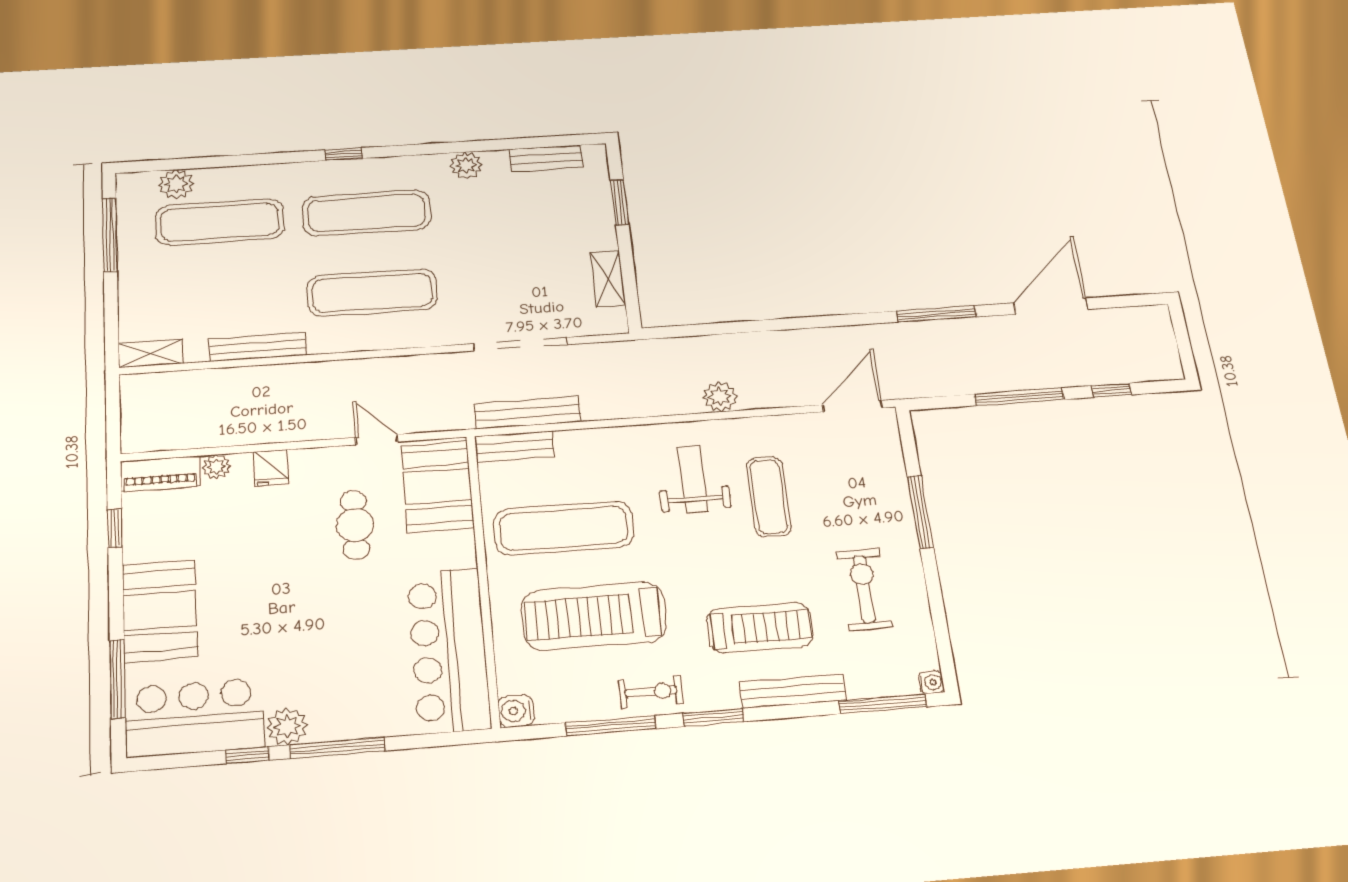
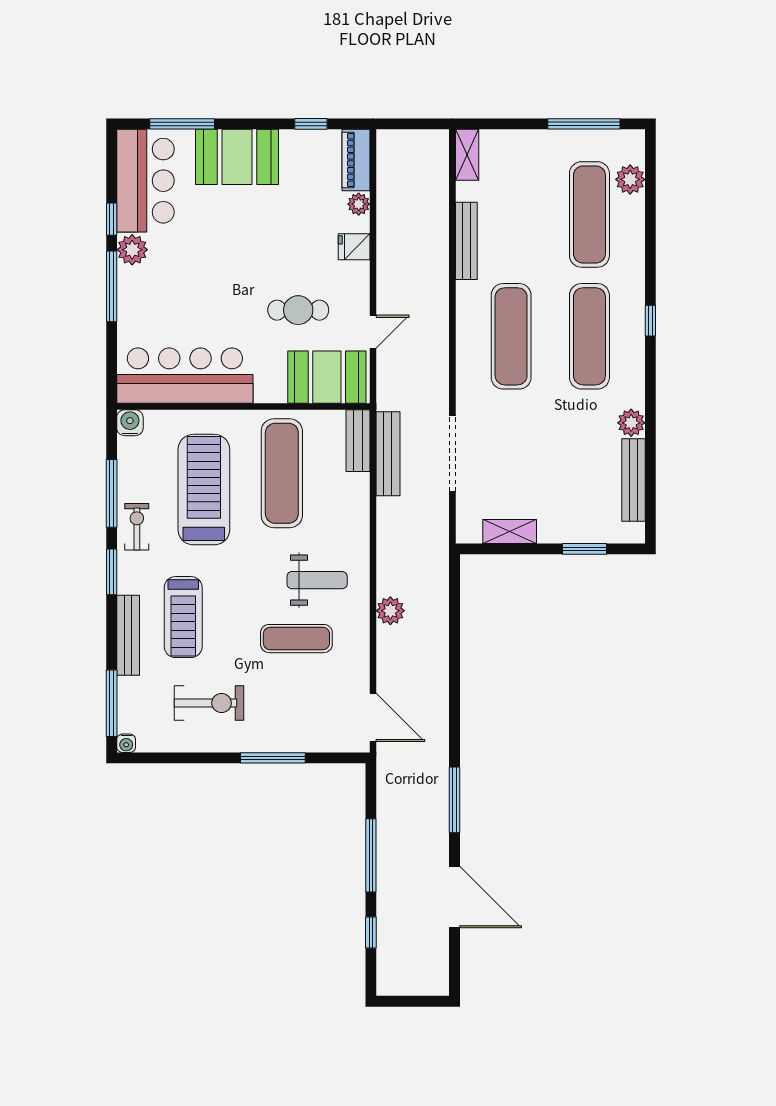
bench: (546, 158) -> (633, 480), width x1.36
exercise bike: (651, 692) -> (137, 527), turned 180

